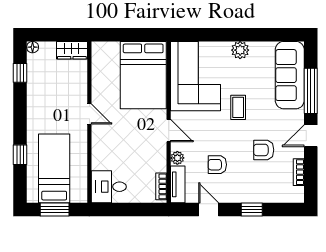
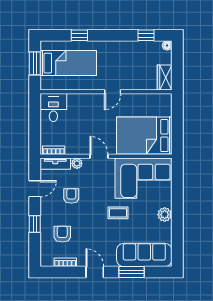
window: (311, 91) -> (131, 272), width x0.69
door: (169, 131) -> (99, 156), swing flipped
armchair: (264, 150) -> (62, 234), moved

